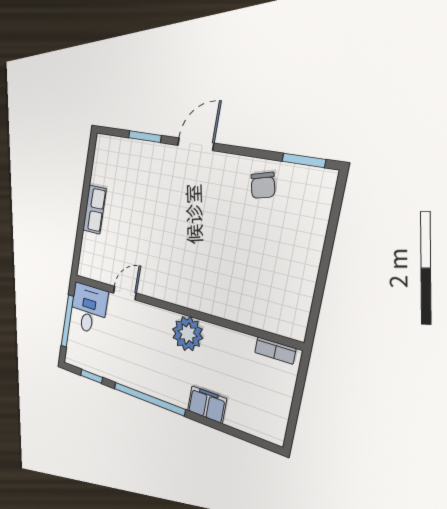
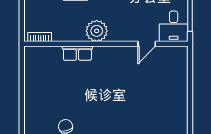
row of seats: (94, 210) -> (77, 53), moved, turned -90

